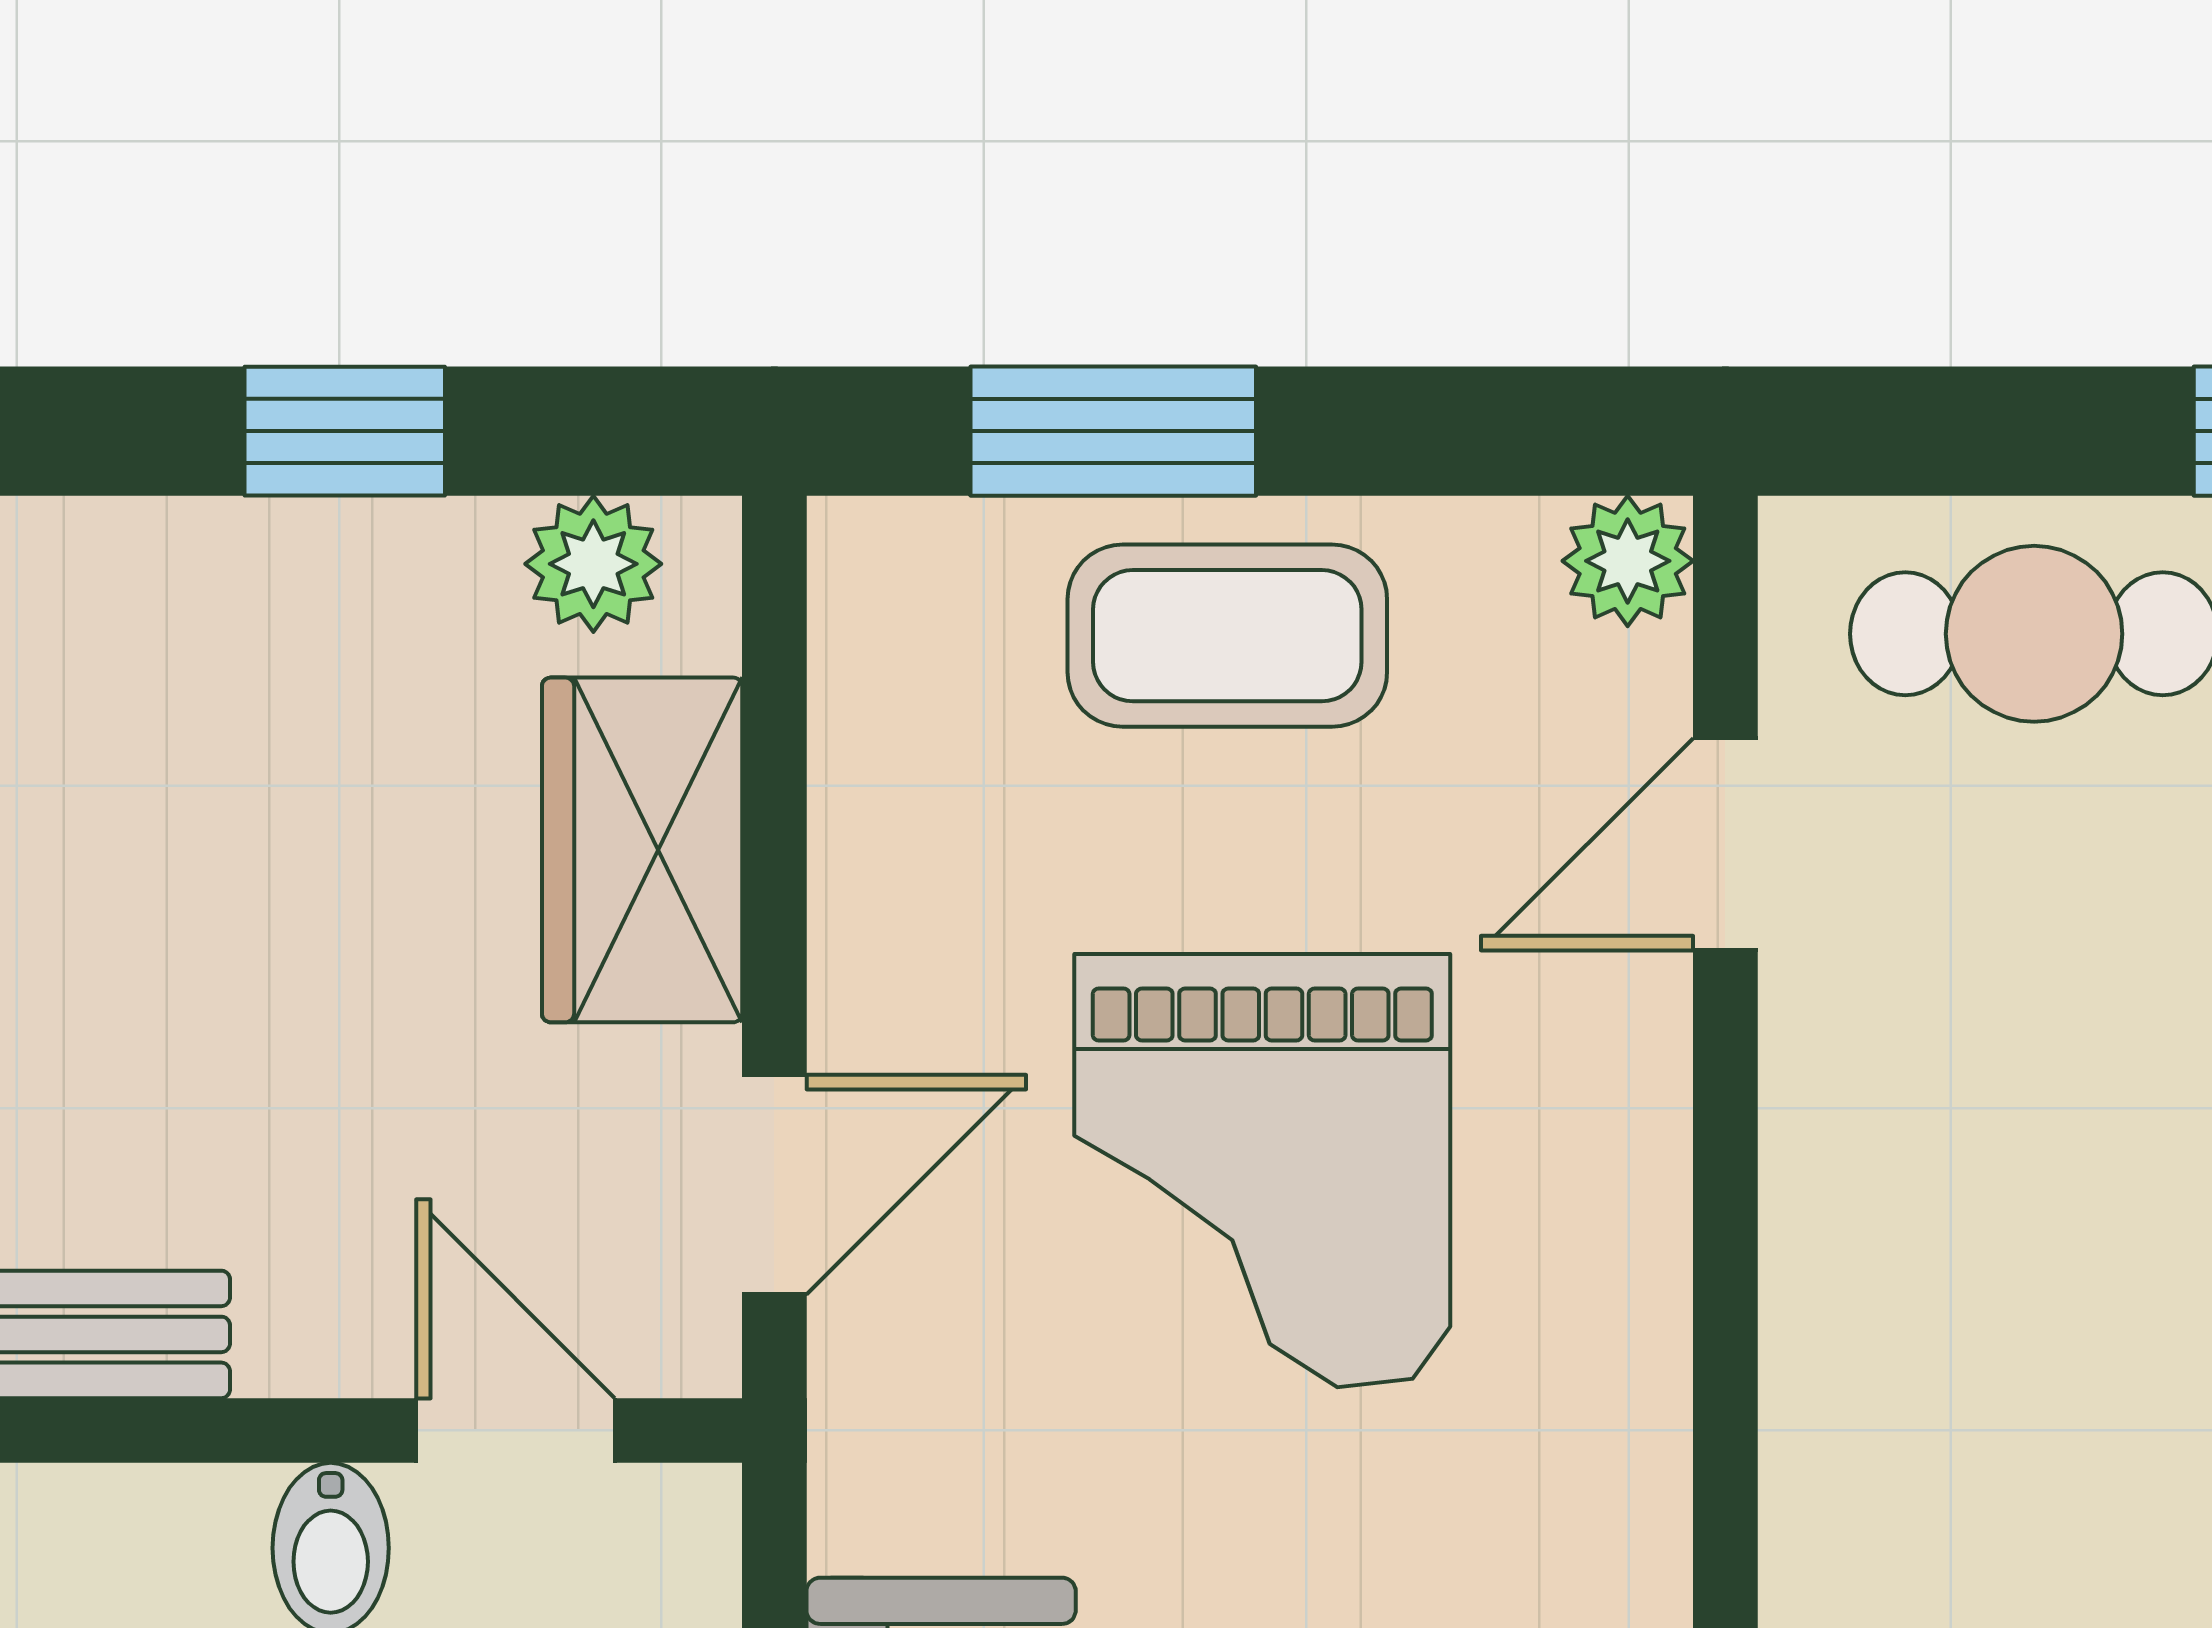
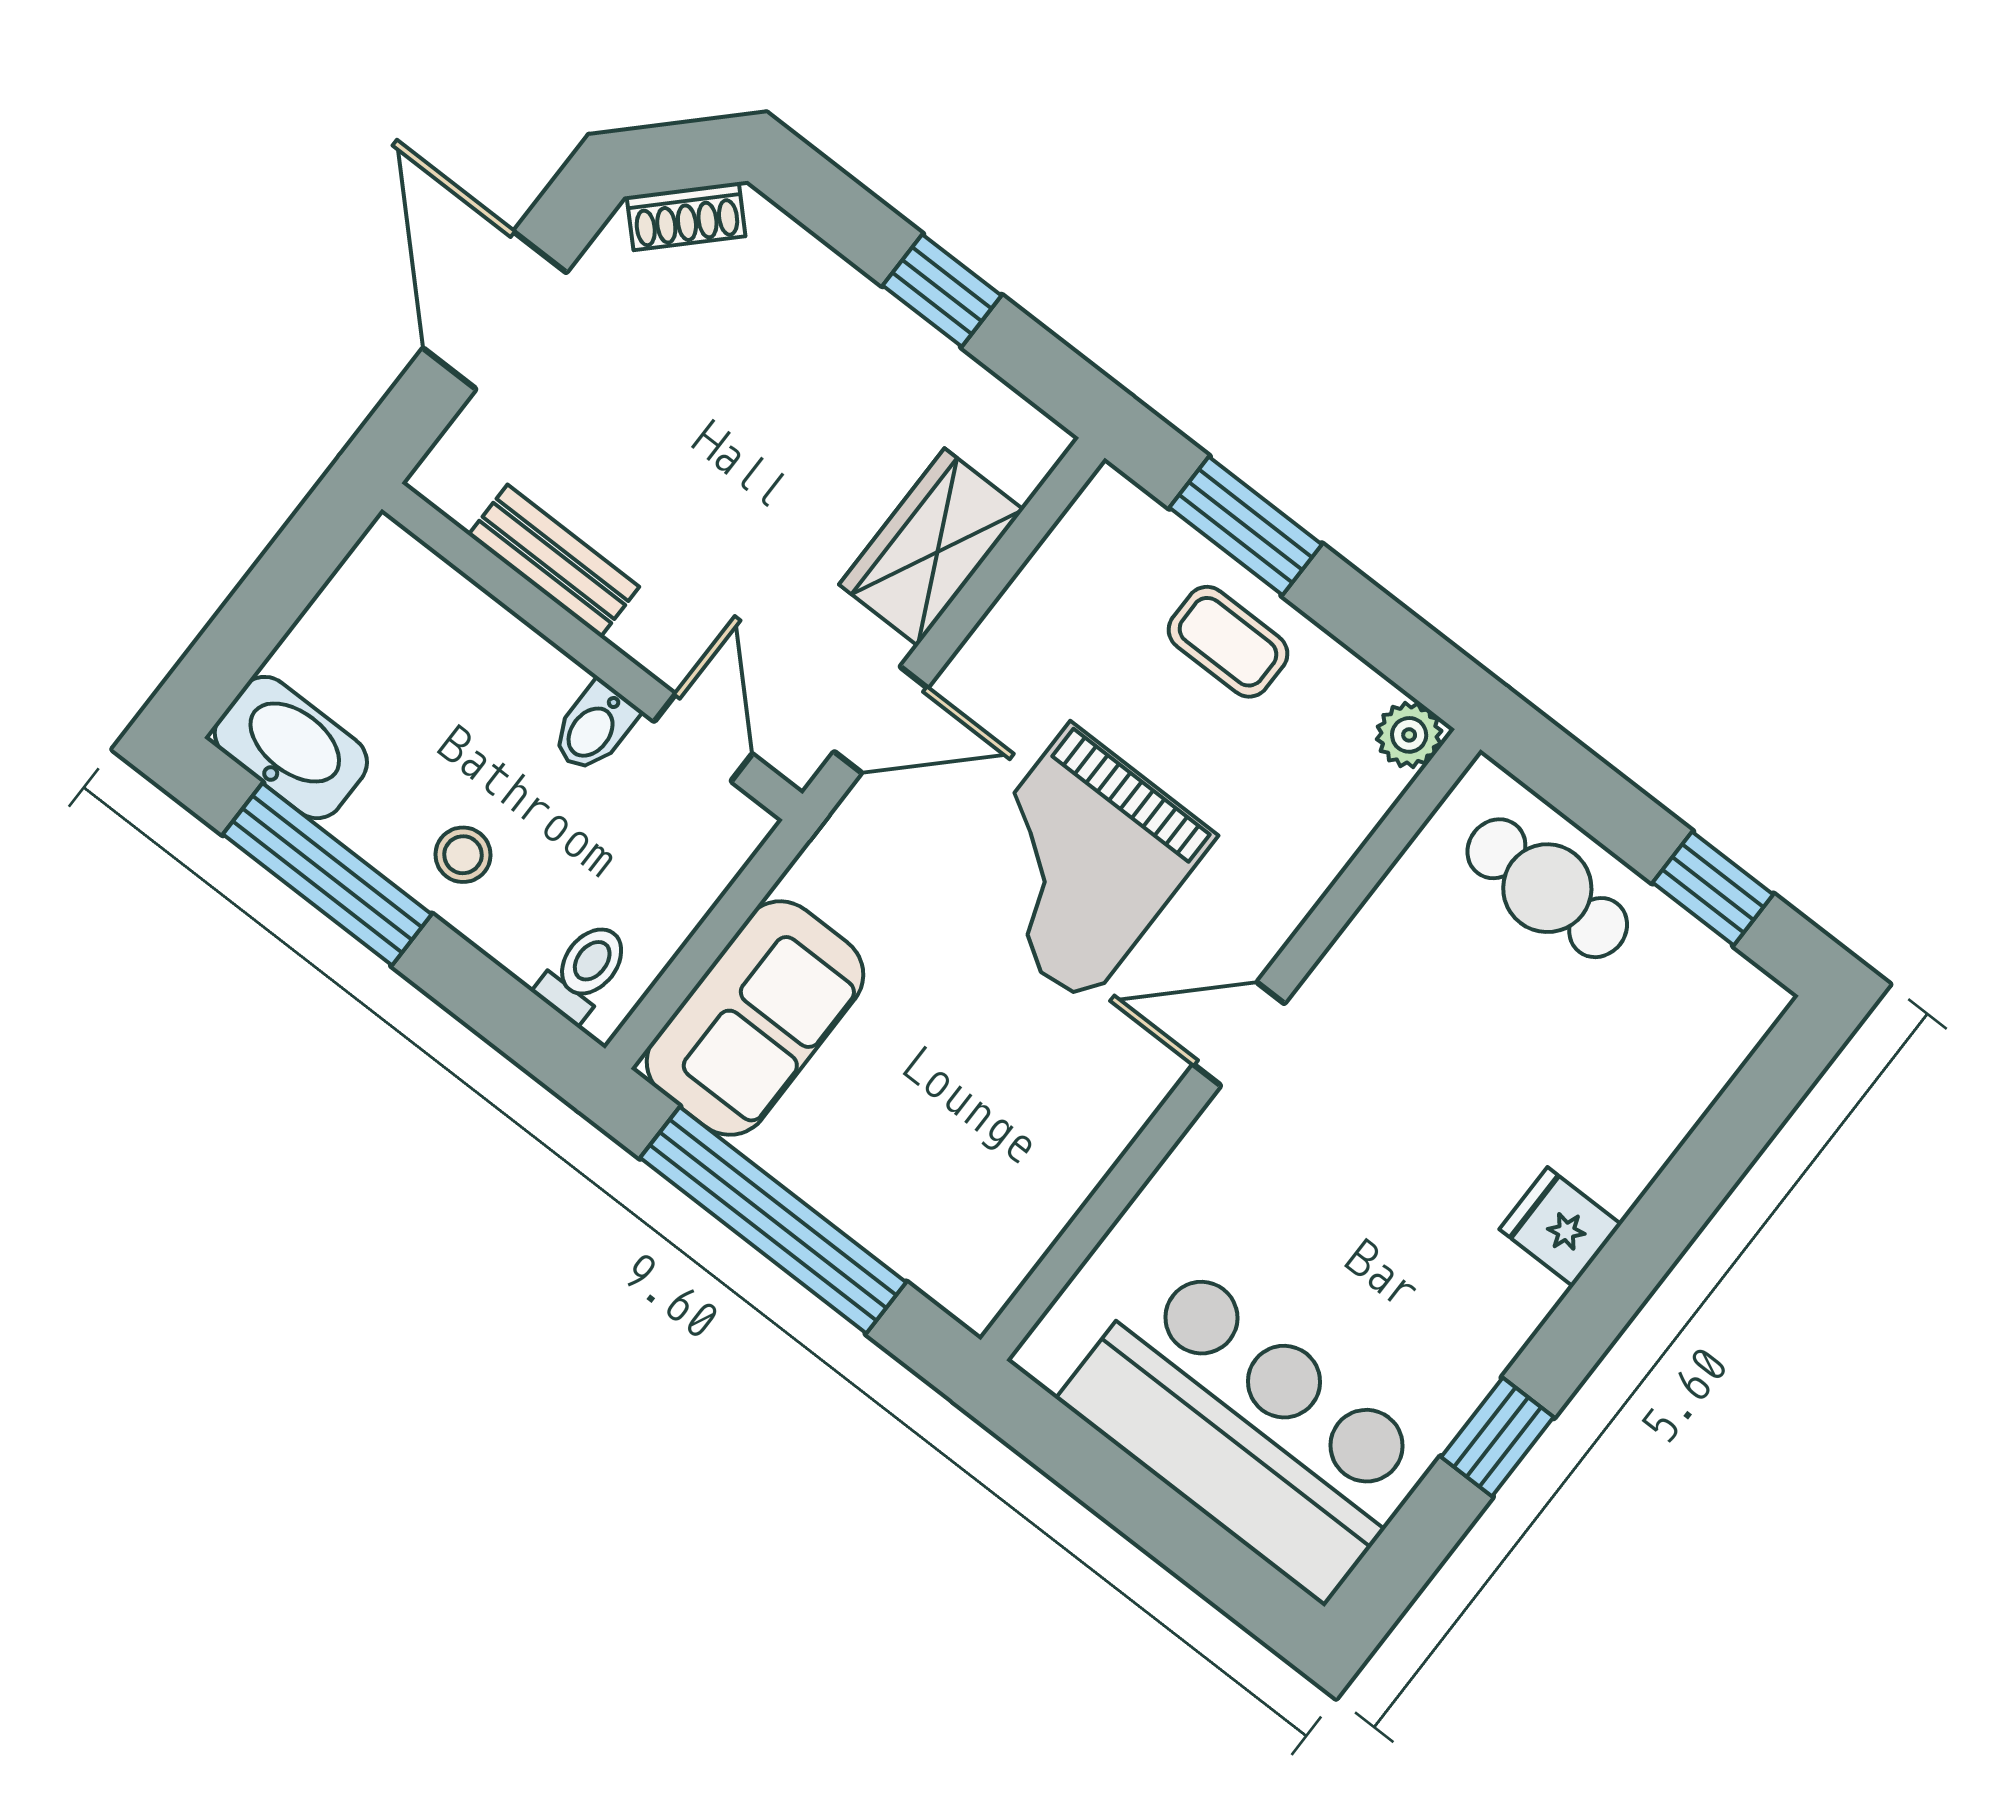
plant: (593, 564) -> (1000, 419), removed
coffee table: (1227, 636) -> (1228, 642), width x0.73, depth x0.77
door: (1725, 844) -> (1239, 1034), moved

